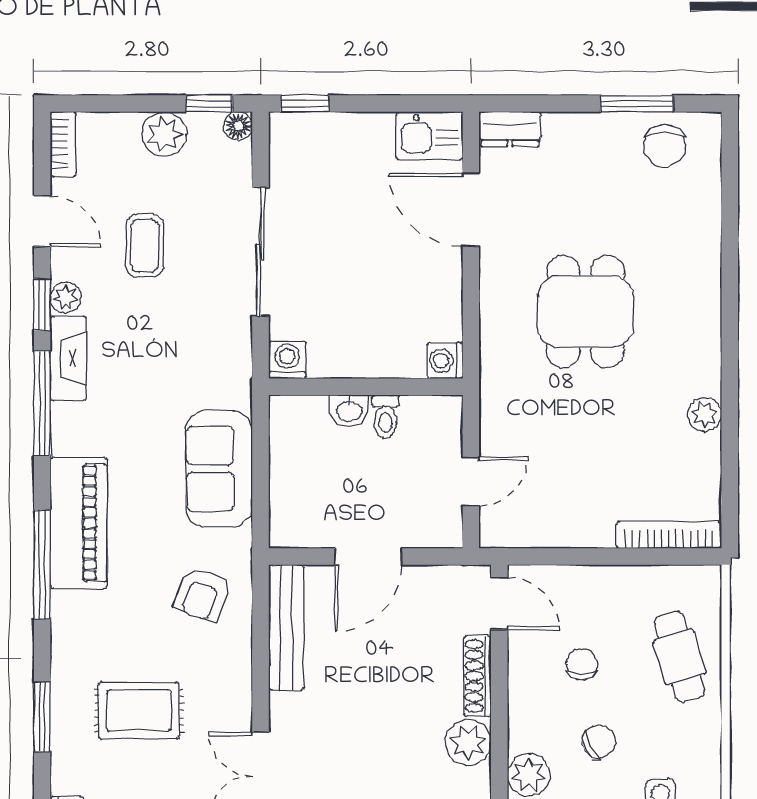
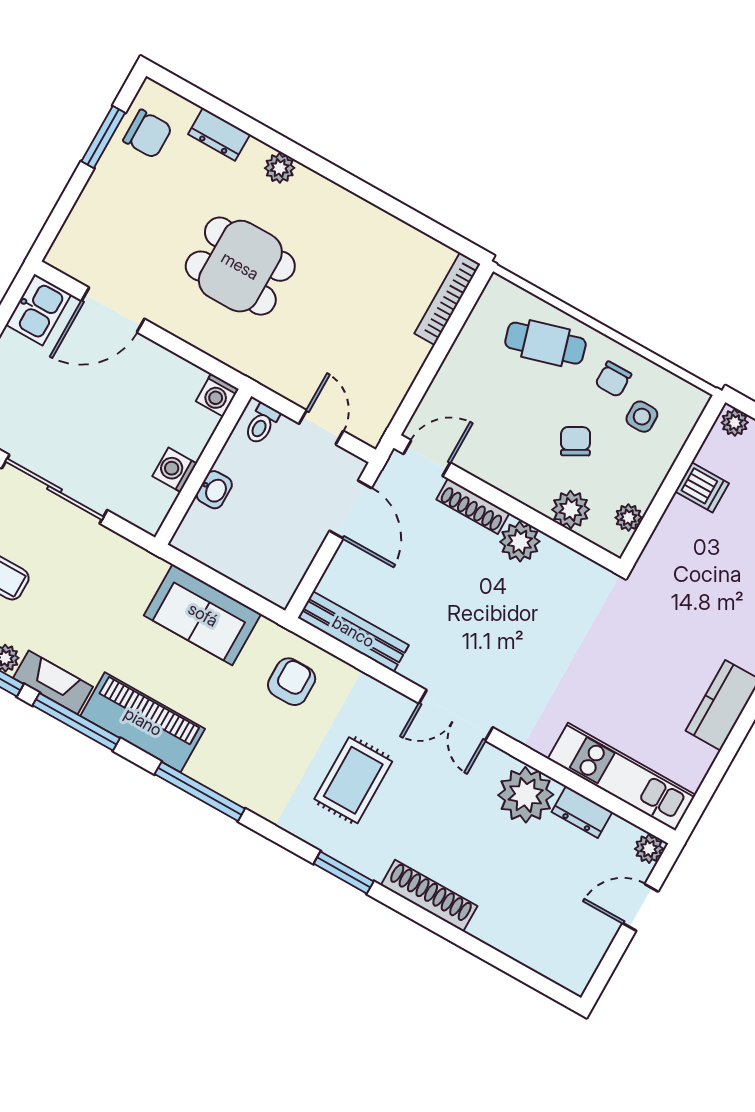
dresser: (510, 129) -> (219, 134), moved, turned 90
washing machine: (287, 360) -> (174, 470), moved
plant: (705, 414) -> (280, 168), moved
toilet: (385, 417) -> (262, 424), moved, turned 90
piano: (79, 523) -> (143, 722), moved
door: (368, 557) -> (351, 509), moved
armchair: (202, 594) -> (292, 682), turned -110
chair: (582, 664) -> (613, 379), moved, turned -90
window: (42, 717) -> (344, 872), moved

